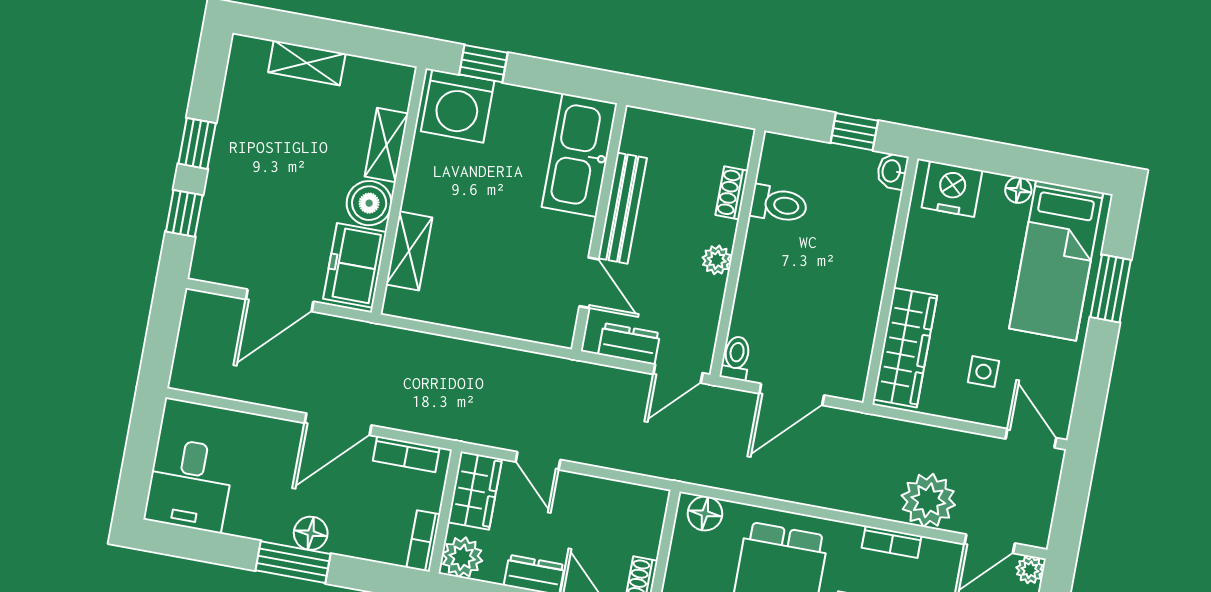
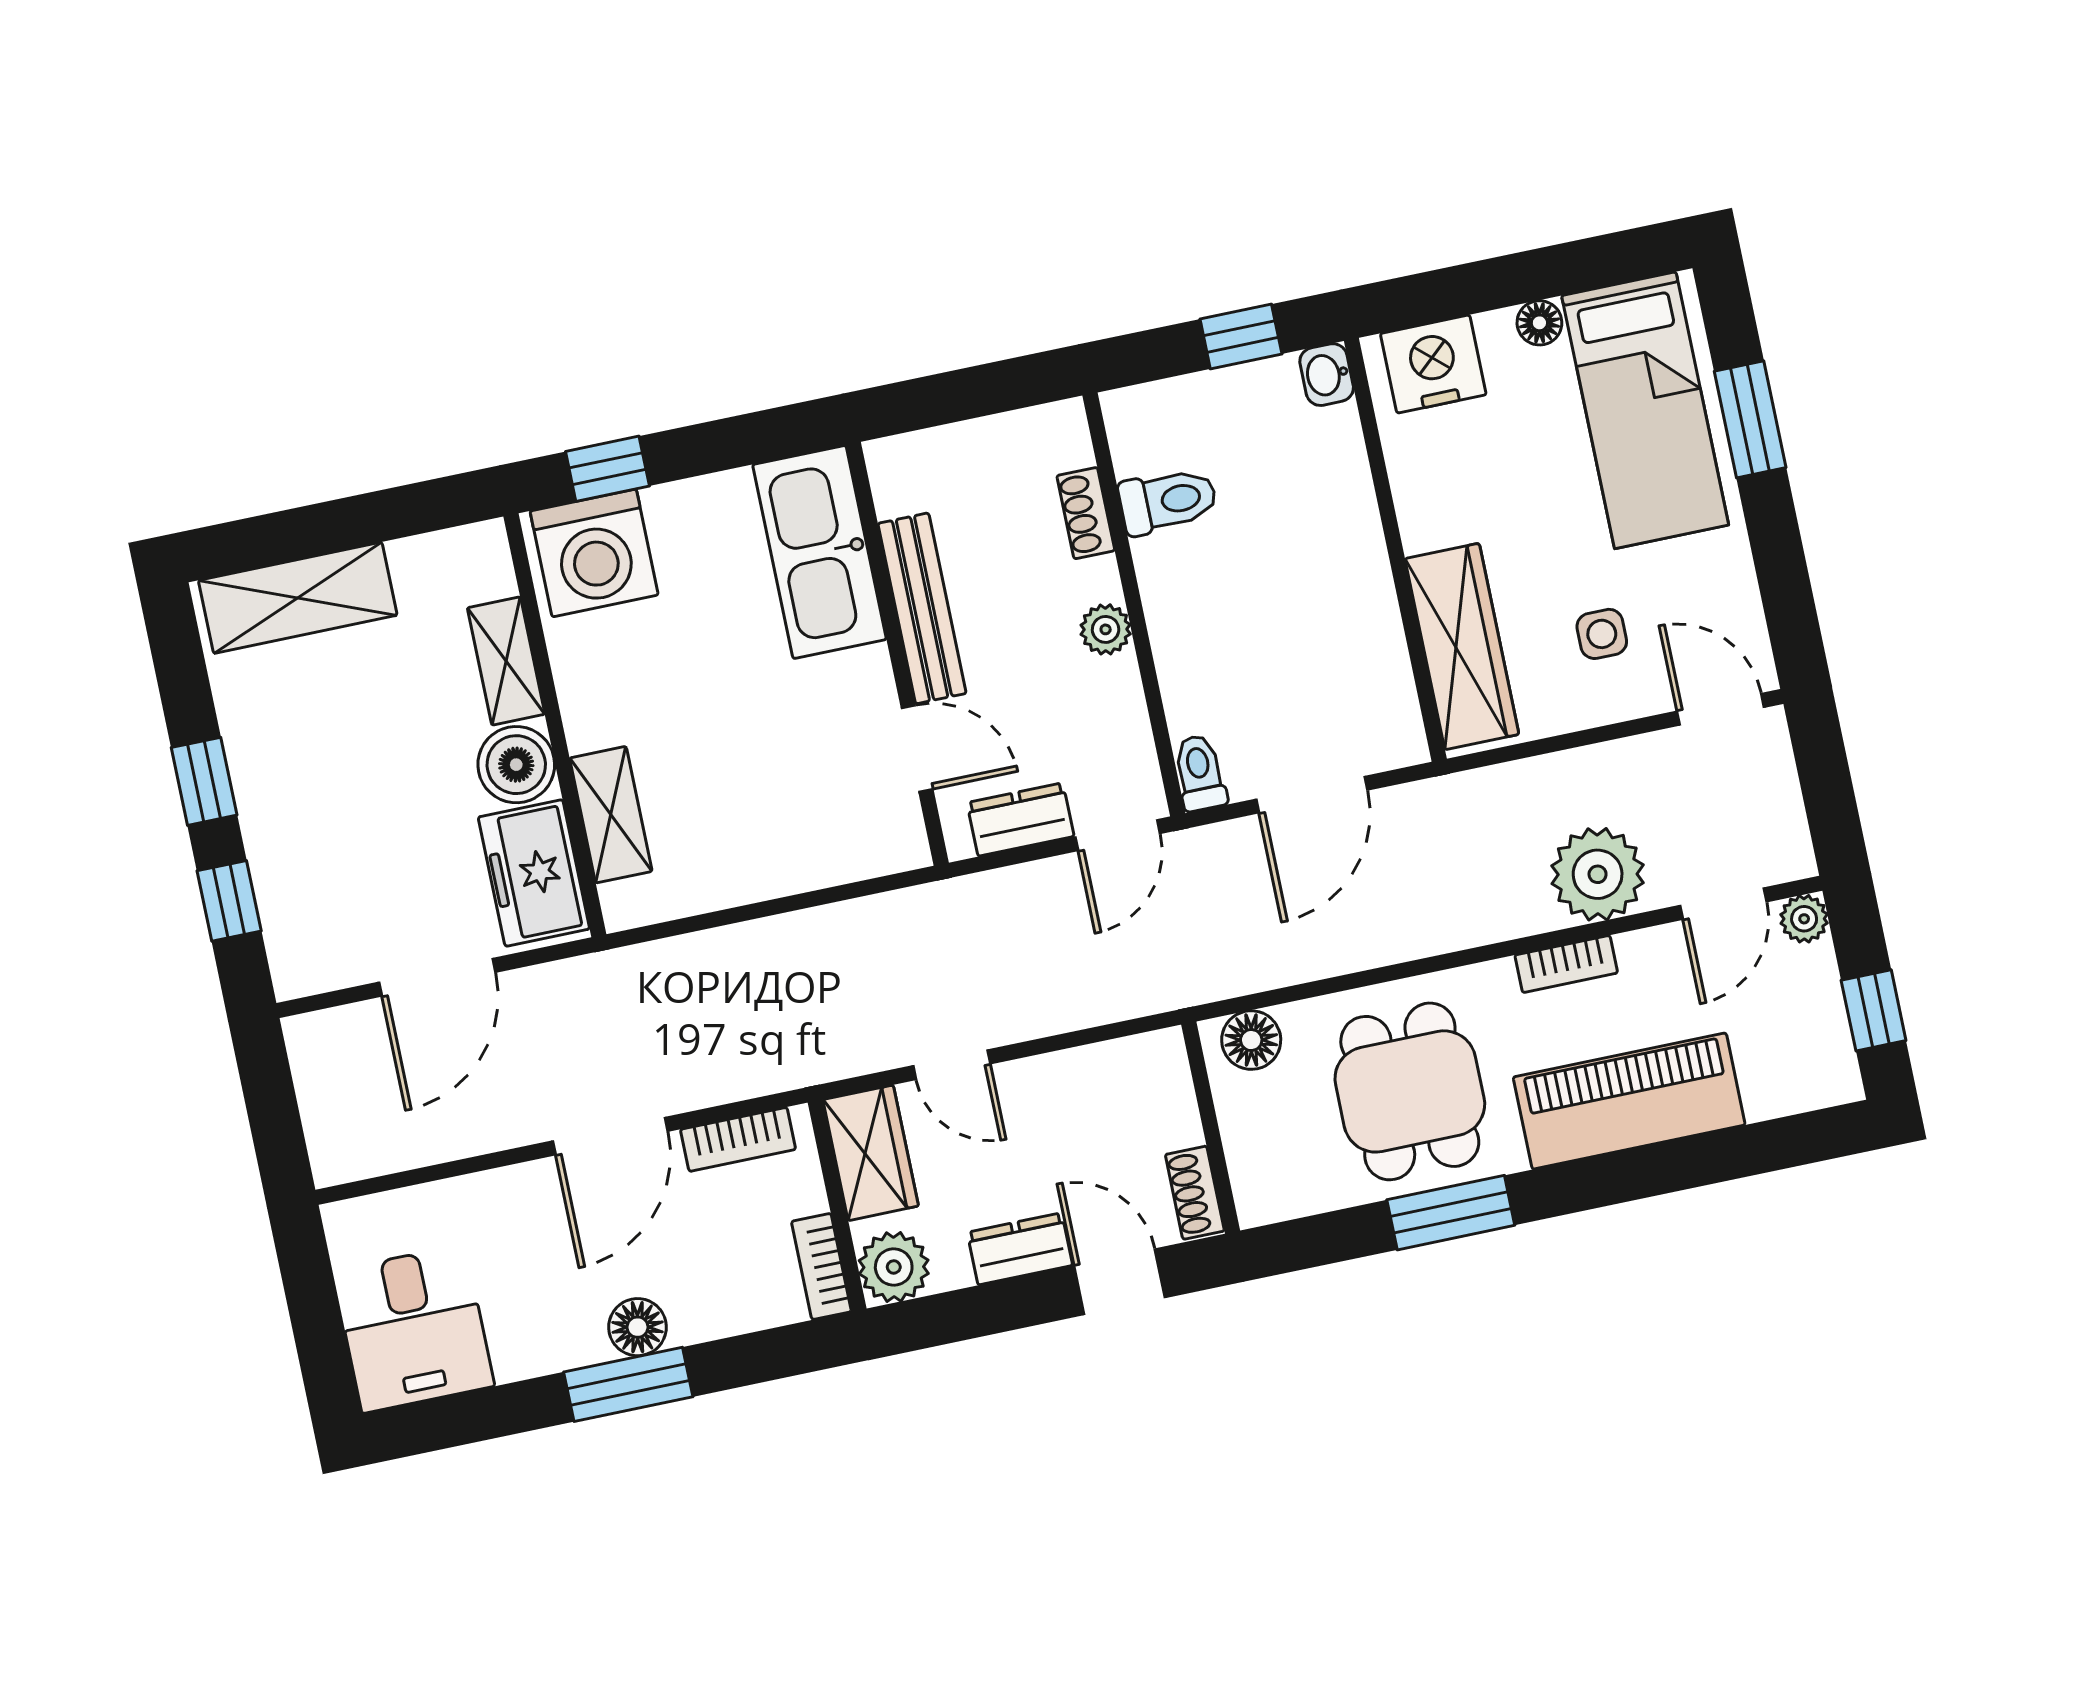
shelving: (307, 63) -> (298, 598), width x1.50, depth x1.33

